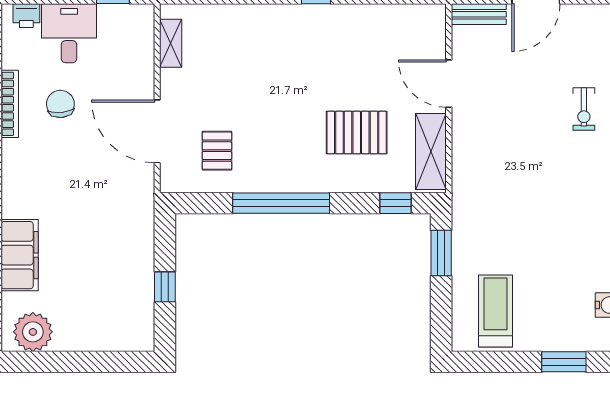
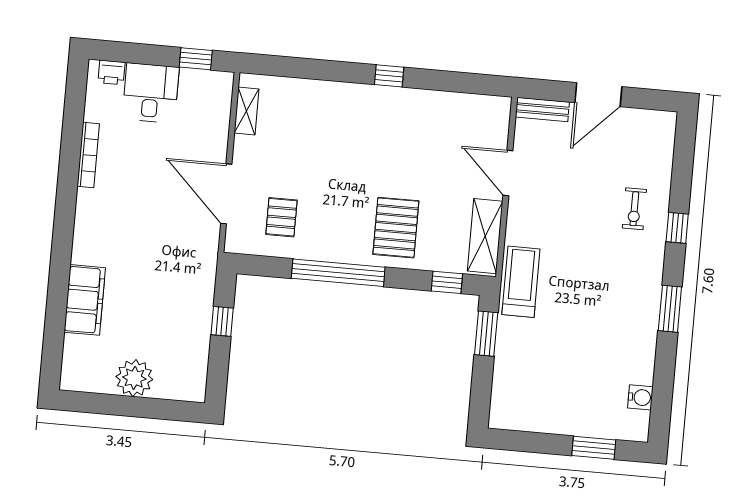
chair: (60, 104) -> (136, 159), removed
pallet: (357, 133) -> (396, 228), moved, turned 90
window: (165, 287) -> (222, 321), moved
treadmill: (495, 311) -> (521, 282), moved
plant: (33, 332) -> (134, 378), moved

